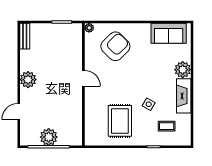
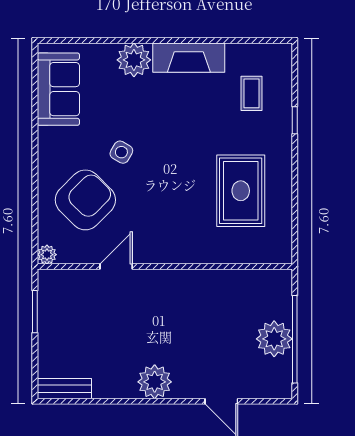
armchair: (115, 46) -> (85, 200), turned 90
door: (83, 78) -> (116, 267), moved
side table: (149, 104) -> (121, 152), moved
rug: (120, 121) -> (241, 191), turned 90

